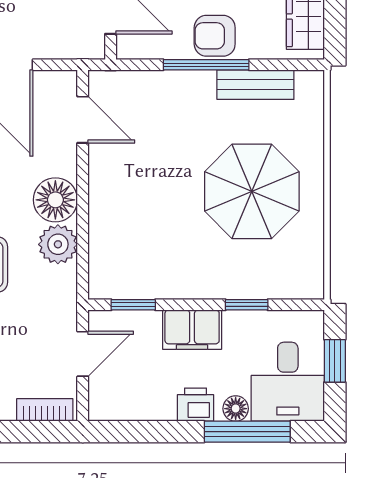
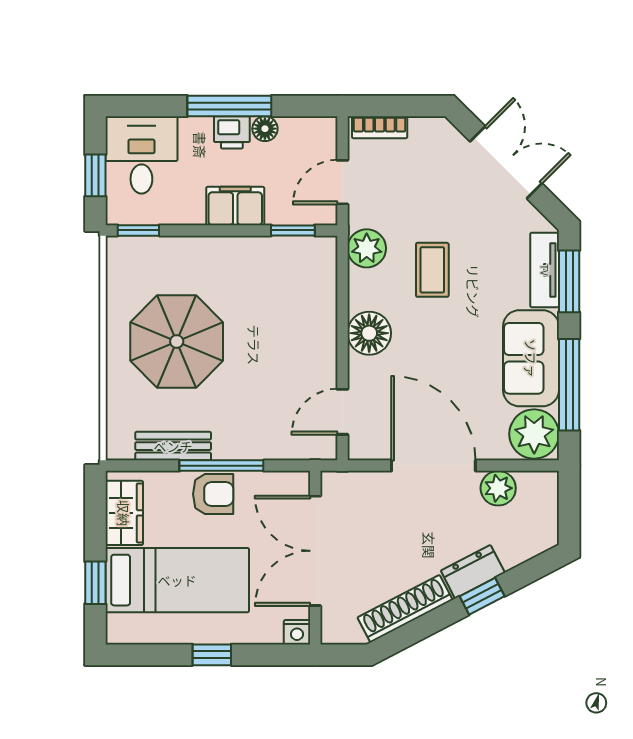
door: (83, 120) -> (342, 412), hinge flipped
plant: (58, 244) -> (367, 248), moved
window: (247, 305) -> (138, 230), moved
floor lamp: (236, 409) -> (265, 129), moved
window: (247, 432) -> (229, 106), moved

